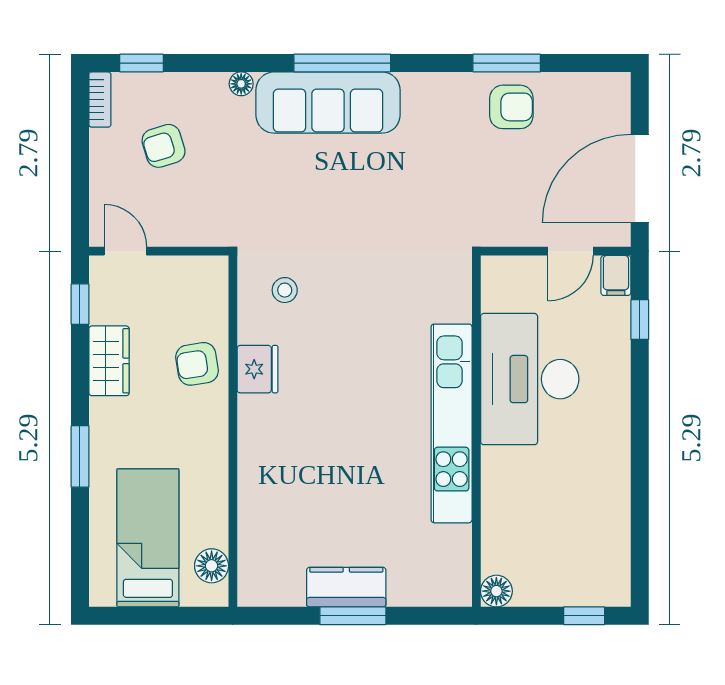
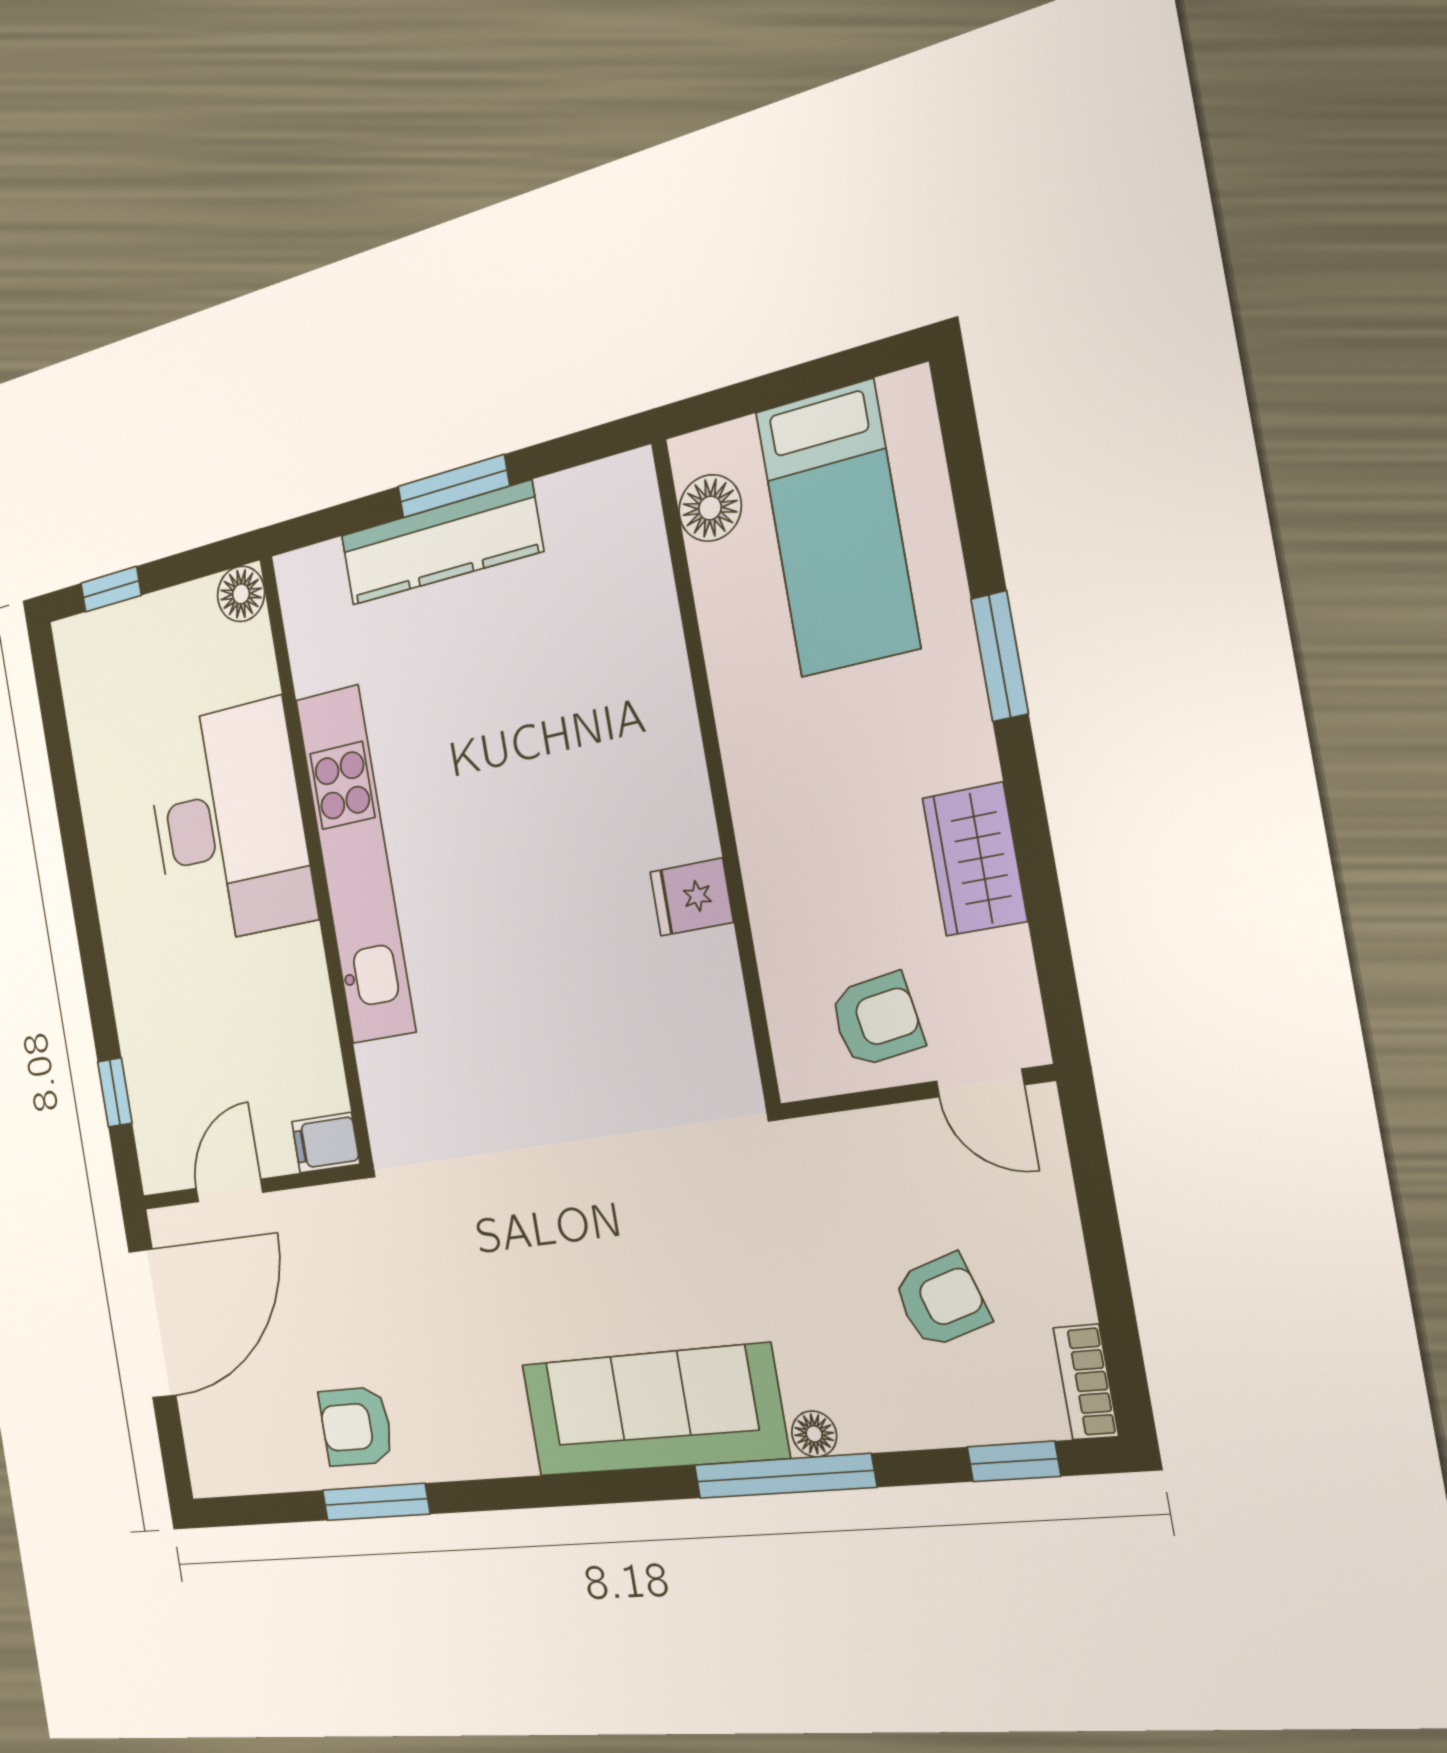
window: (342, 63) -> (784, 1476), moved
filing cabinet: (616, 275) -> (326, 1143), moved, turned -90
stool: (285, 290) -> (669, 1053), removed
window: (80, 304) -> (1054, 962), removed
armchair: (197, 364) -> (877, 1020), moved
fridge: (257, 369) -> (692, 897), width x0.72
desk: (530, 379) -> (229, 824), moved
kitchen counter: (346, 587) -> (441, 543), width x1.50

